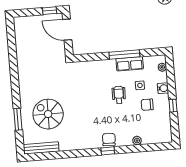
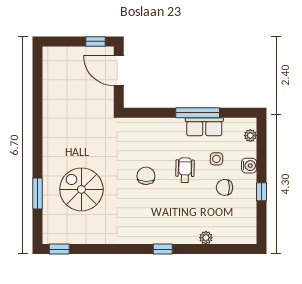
chair: (109, 140) -> (146, 176), moved
bench: (41, 148) -> (68, 237), removed
window: (36, 157) -> (59, 249), added

